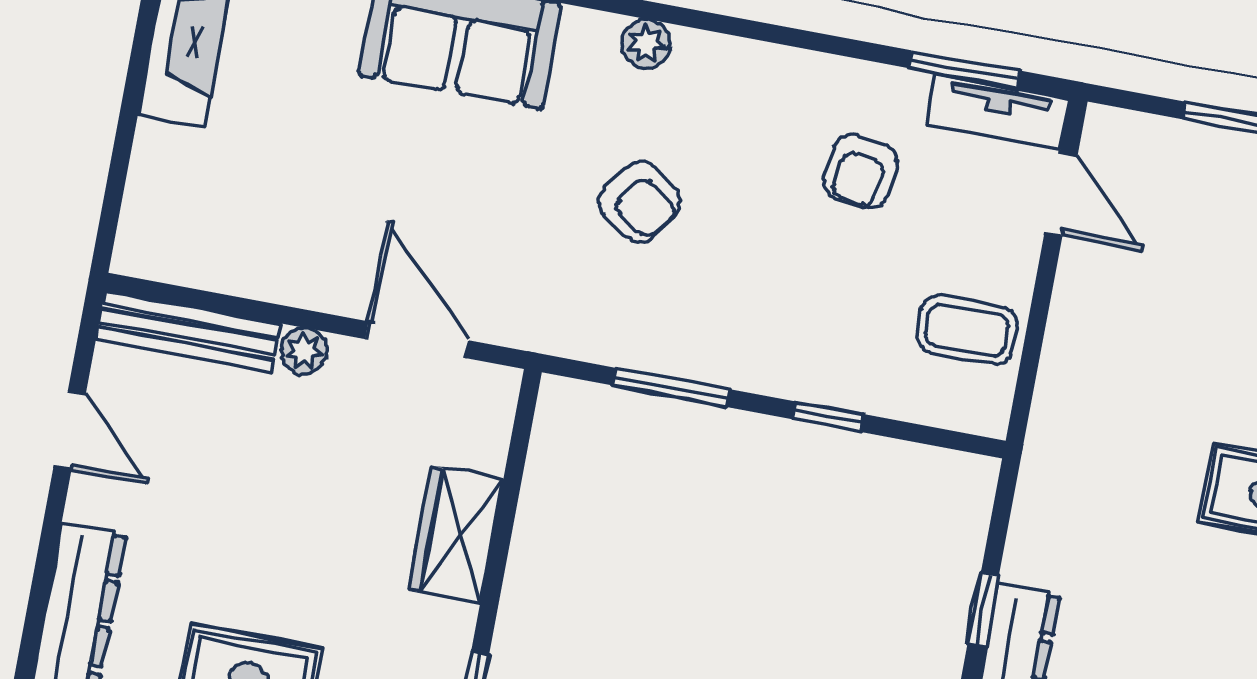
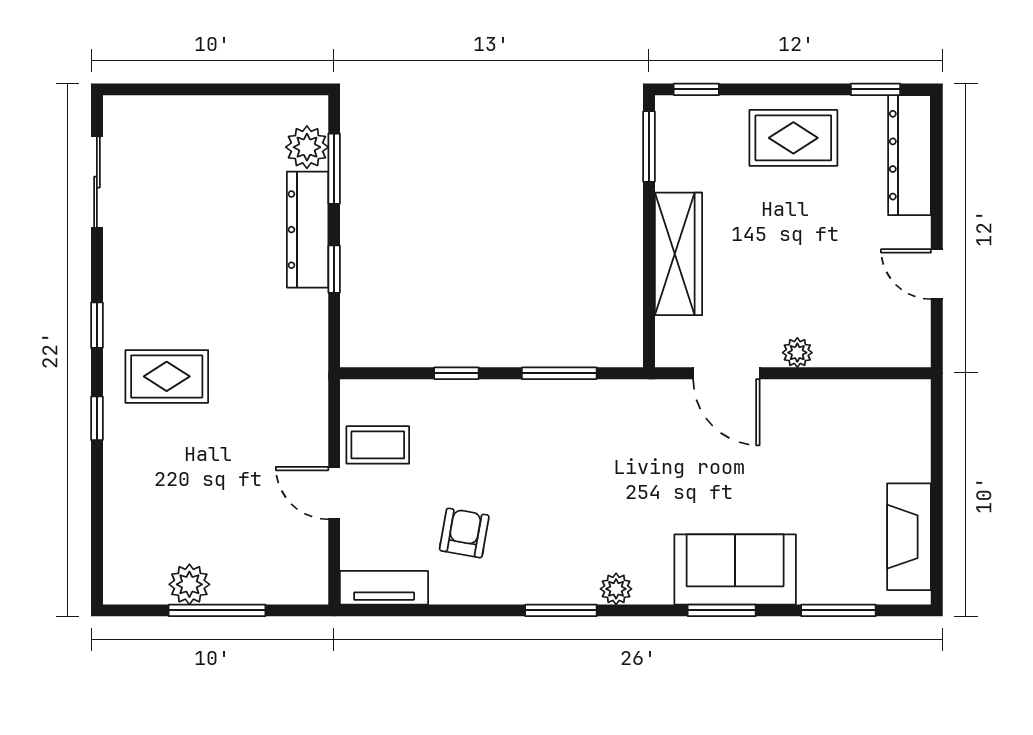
window: (964, 69) -> (561, 610), moved
door: (1061, 194) -> (334, 493), moved
armchair: (640, 202) -> (601, 487), removed
bench: (188, 332) -> (873, 351), removed
wardrobe: (456, 535) -> (679, 254), width x1.50

